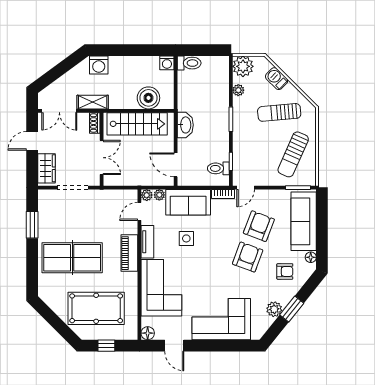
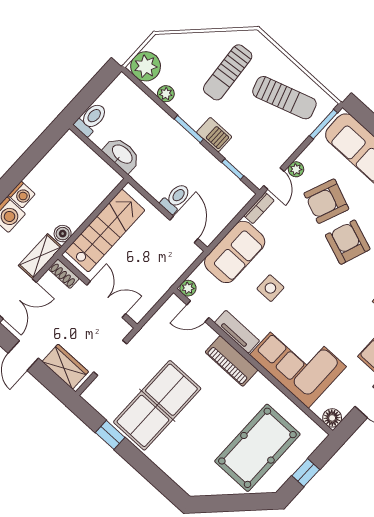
washing machine: (167, 63) -> (22, 195), moved
barbecue: (277, 79) -> (214, 135), moved, turned -135
boiler: (148, 98) -> (63, 234), moved, width x0.54, depth x0.54
washbasin: (185, 125) -> (122, 155), moved
sun lounger: (293, 154) -> (284, 98), turned -42
door: (176, 165) -> (184, 229), swing flipped
toilet: (218, 168) -> (176, 198), moved, turned 180
plant: (159, 195) -> (296, 169), moved
door: (139, 211) -> (198, 311), hinge flipped
window: (32, 225) -> (110, 435), width x0.67
armchair: (259, 226) -> (326, 201), turned -89
table tennis table: (72, 258) -> (157, 405), moved

